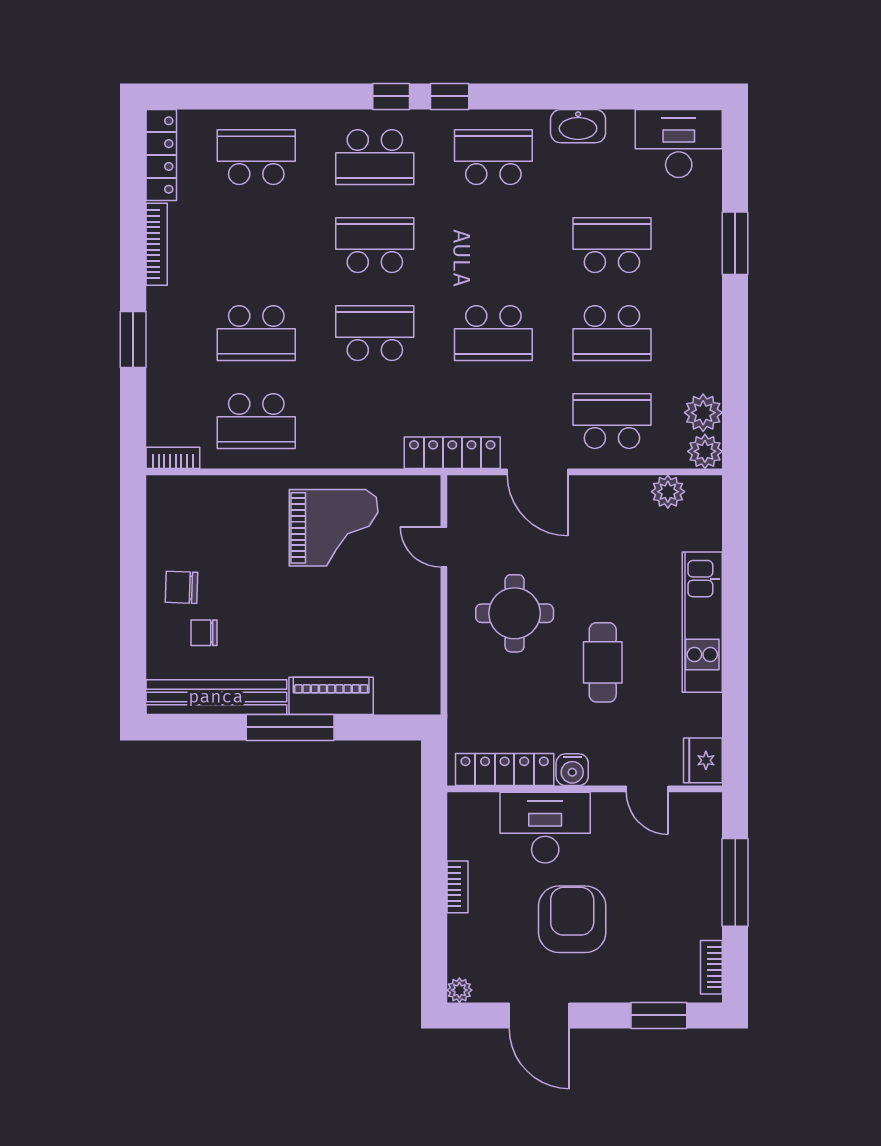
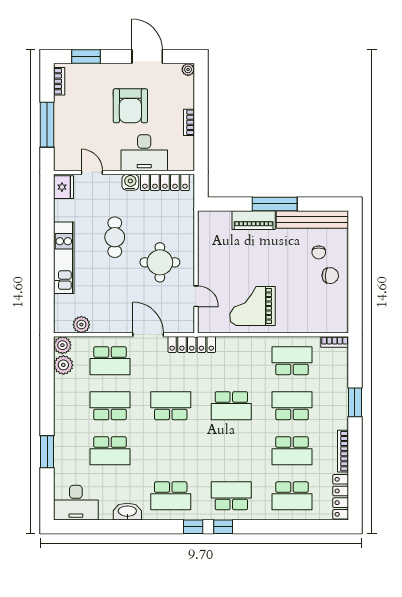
school desk: (375, 245) -> (292, 451), moved
chair: (204, 633) -> (319, 252), turned 90

